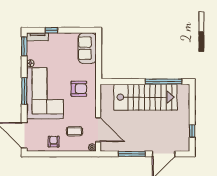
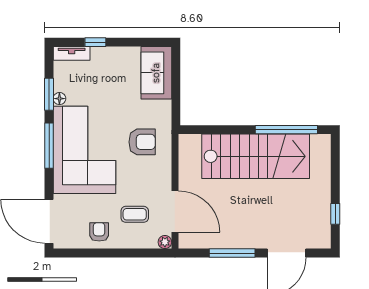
window: (24, 46) -> (49, 94), moved

